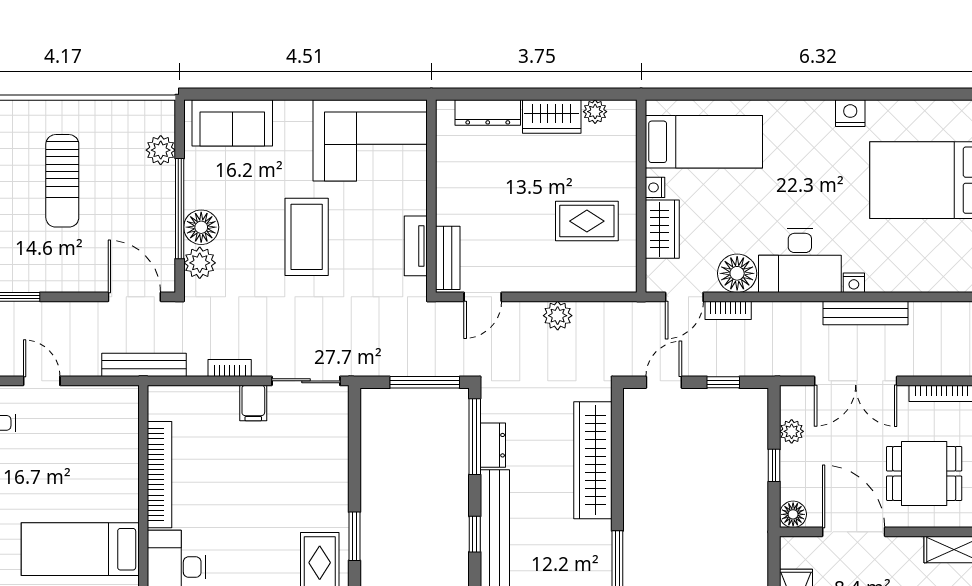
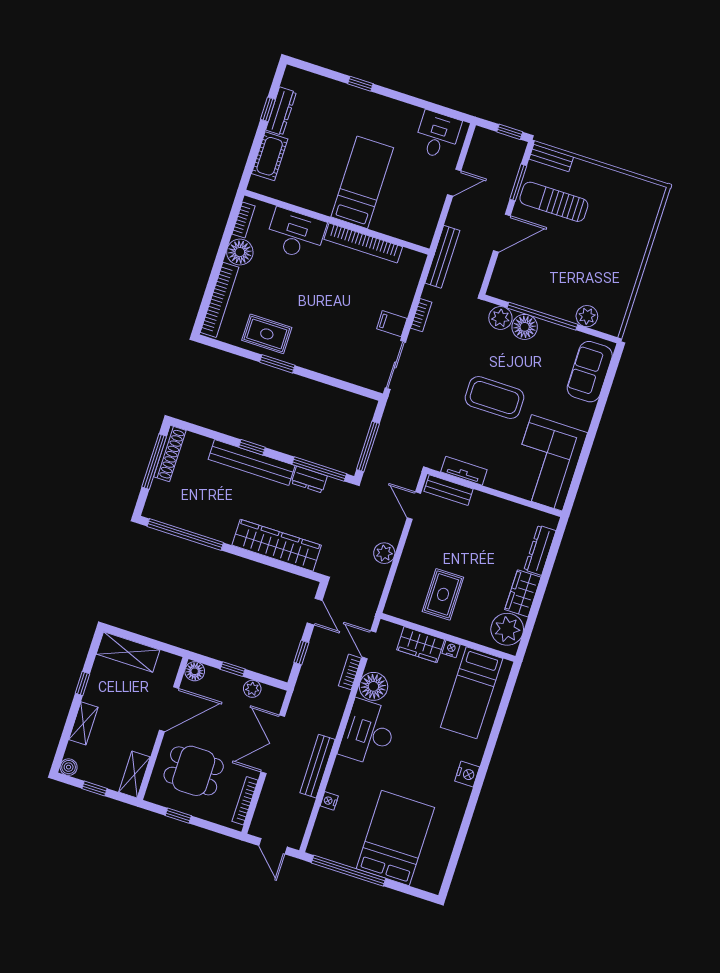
plant: (595, 112) -> (507, 629), width x1.88, depth x1.88
nightstand: (850, 113) -> (467, 774), moved
sun lounger: (62, 181) -> (554, 202), moved
nightstand: (854, 283) -> (329, 801), moved
door: (134, 297) -> (502, 233), moved
dining table: (924, 474) -> (194, 771), turned 90
bed: (80, 549) -> (362, 182), moved

